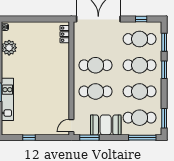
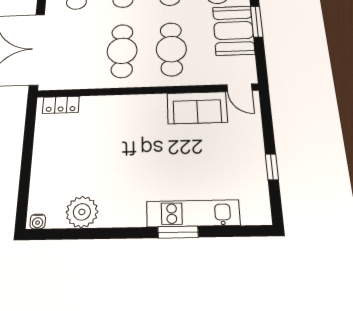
sofa: (61, 104) -> (197, 108), added
window: (89, 138) -> (257, 22), moved

